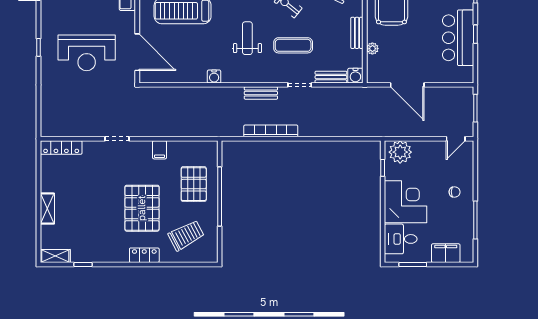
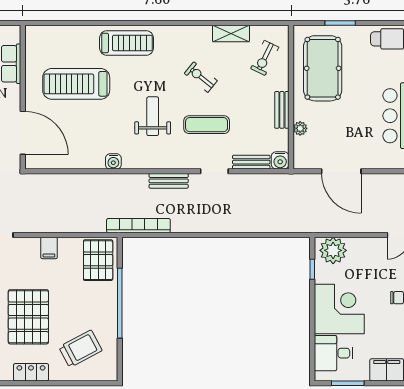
bookcase: (271, 131) -> (138, 226), moved
pallet: (194, 184) -> (98, 260), moved

